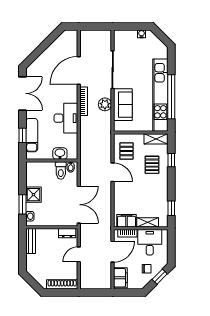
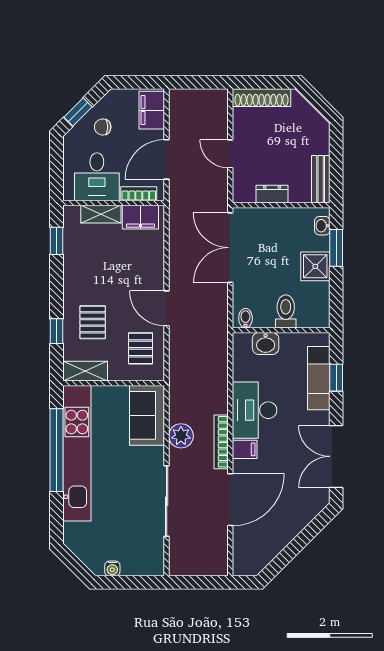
filing cabinet: (71, 97) -> (245, 449), added
sofa: (123, 105) -> (147, 415), moved
toilet: (61, 171) -> (286, 311), moved
dresser: (67, 233) -> (272, 194), moved
door: (79, 254) -> (230, 154), swing flipped

